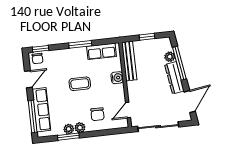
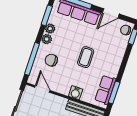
window: (80, 44) -> (114, 92), moved
door: (28, 79) -> (111, 13), hinge flipped
window: (105, 133) -> (32, 59), added
window: (68, 137) -> (47, 15), moved

